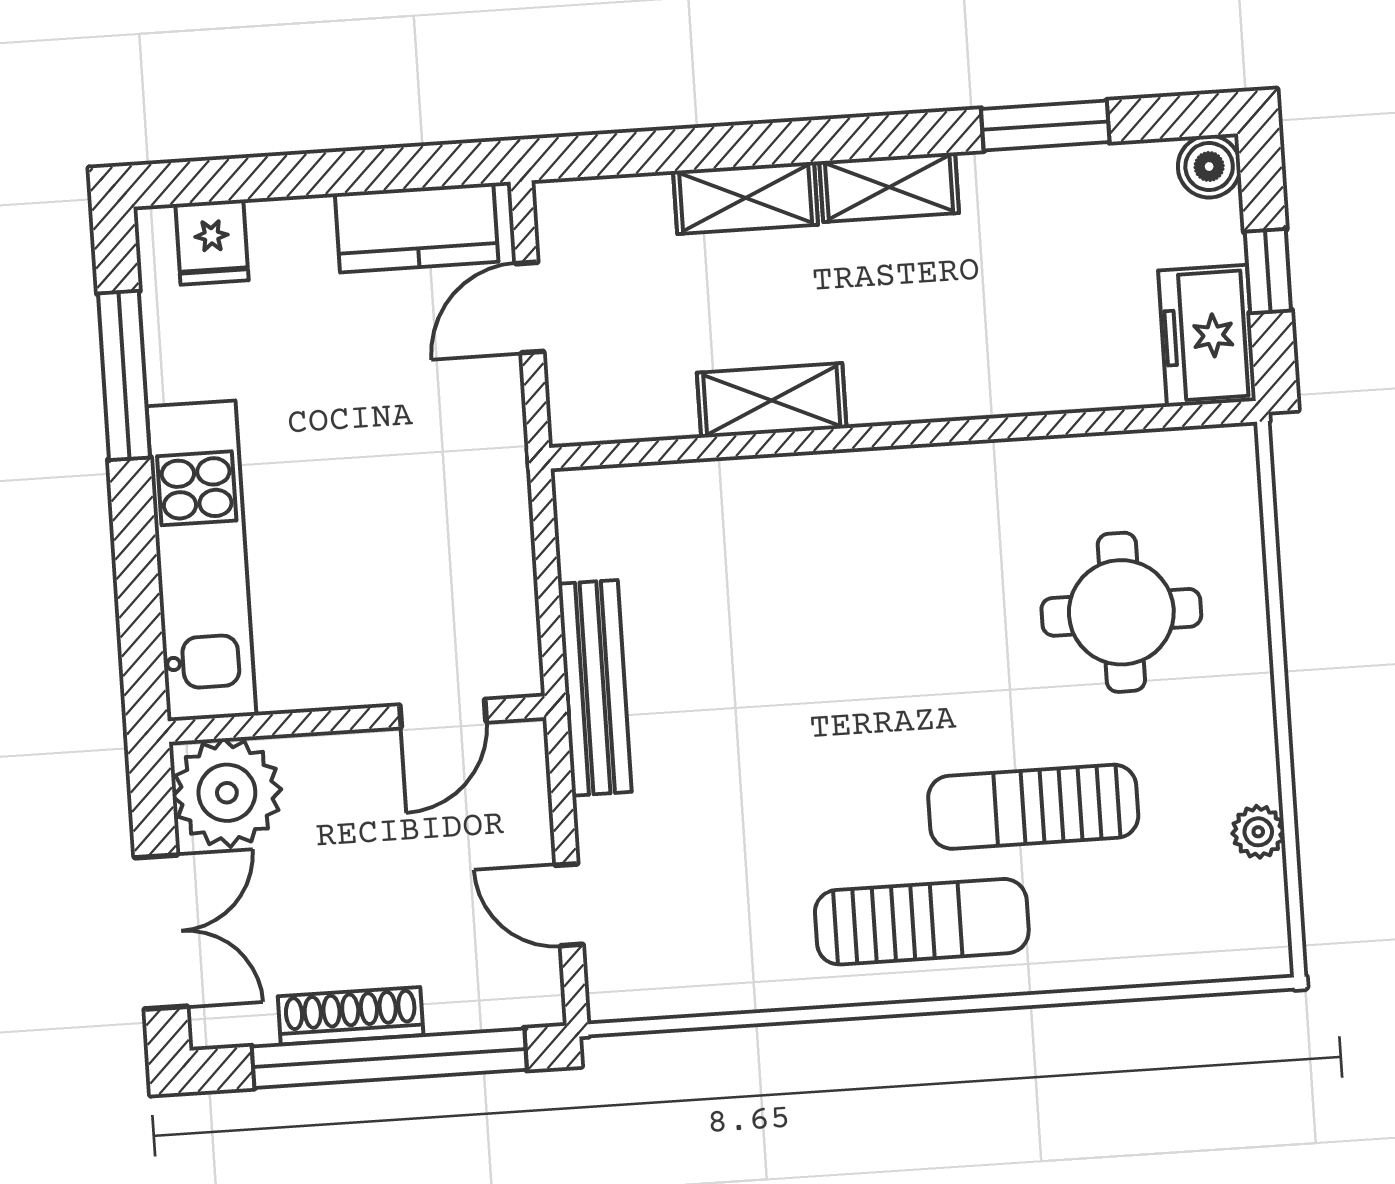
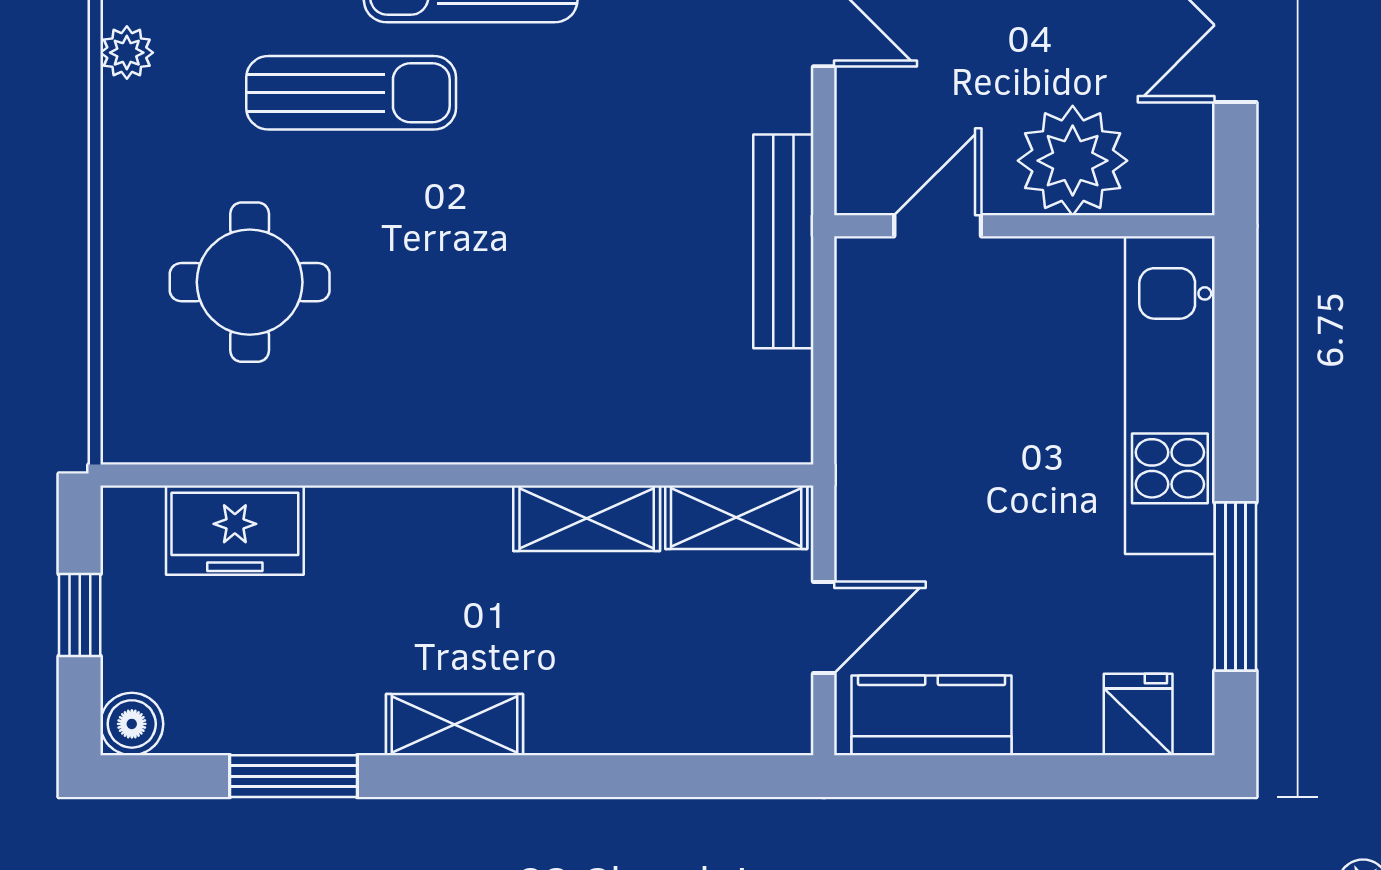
shelving: (746, 198) -> (736, 517), moved
freezer: (1207, 336) -> (235, 530), moved, turned 90
plant: (227, 793) -> (1073, 161), moved

